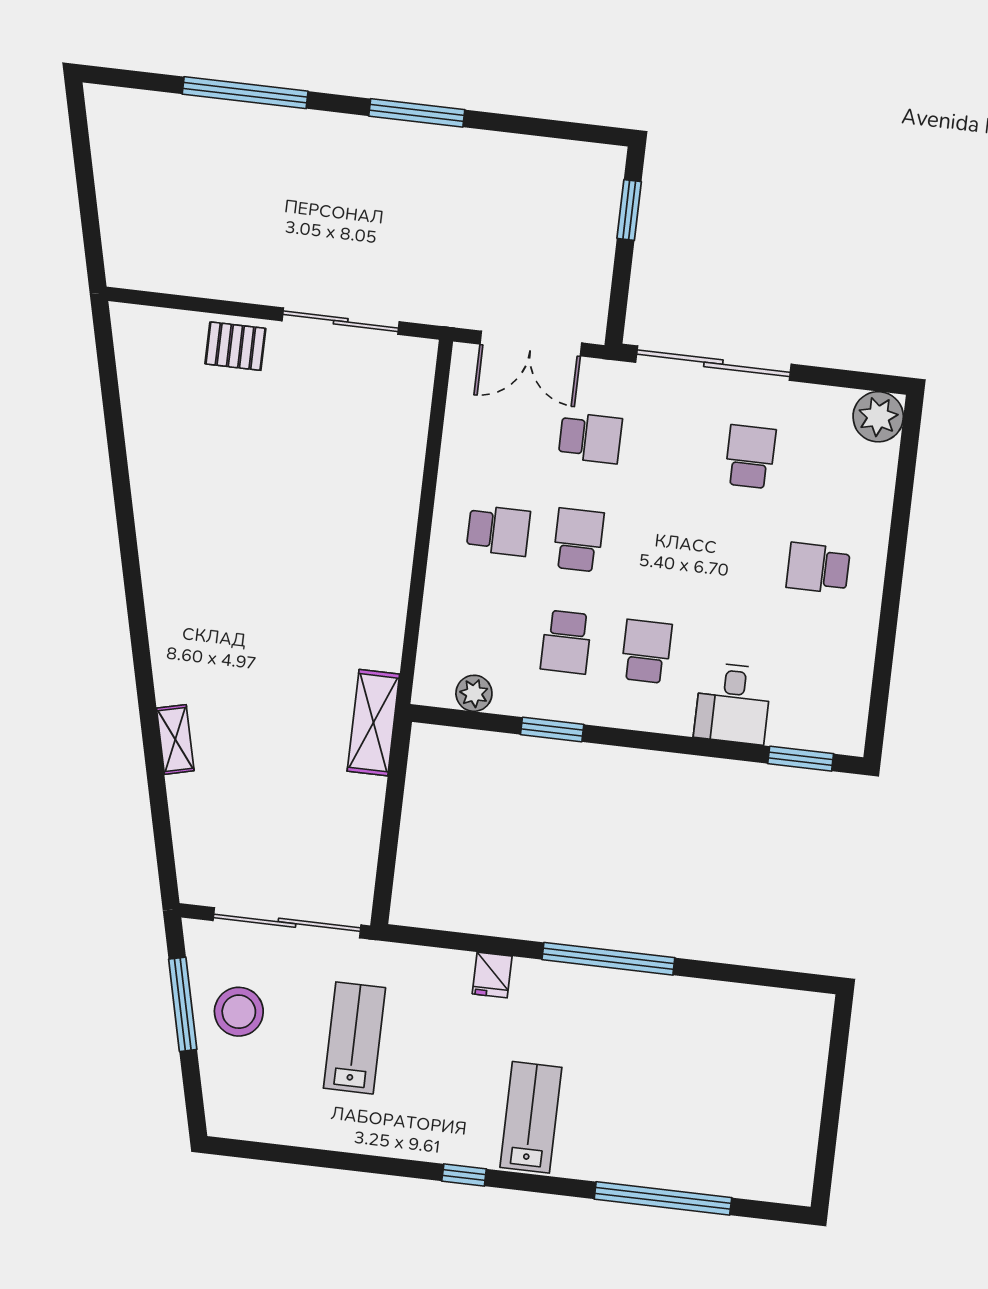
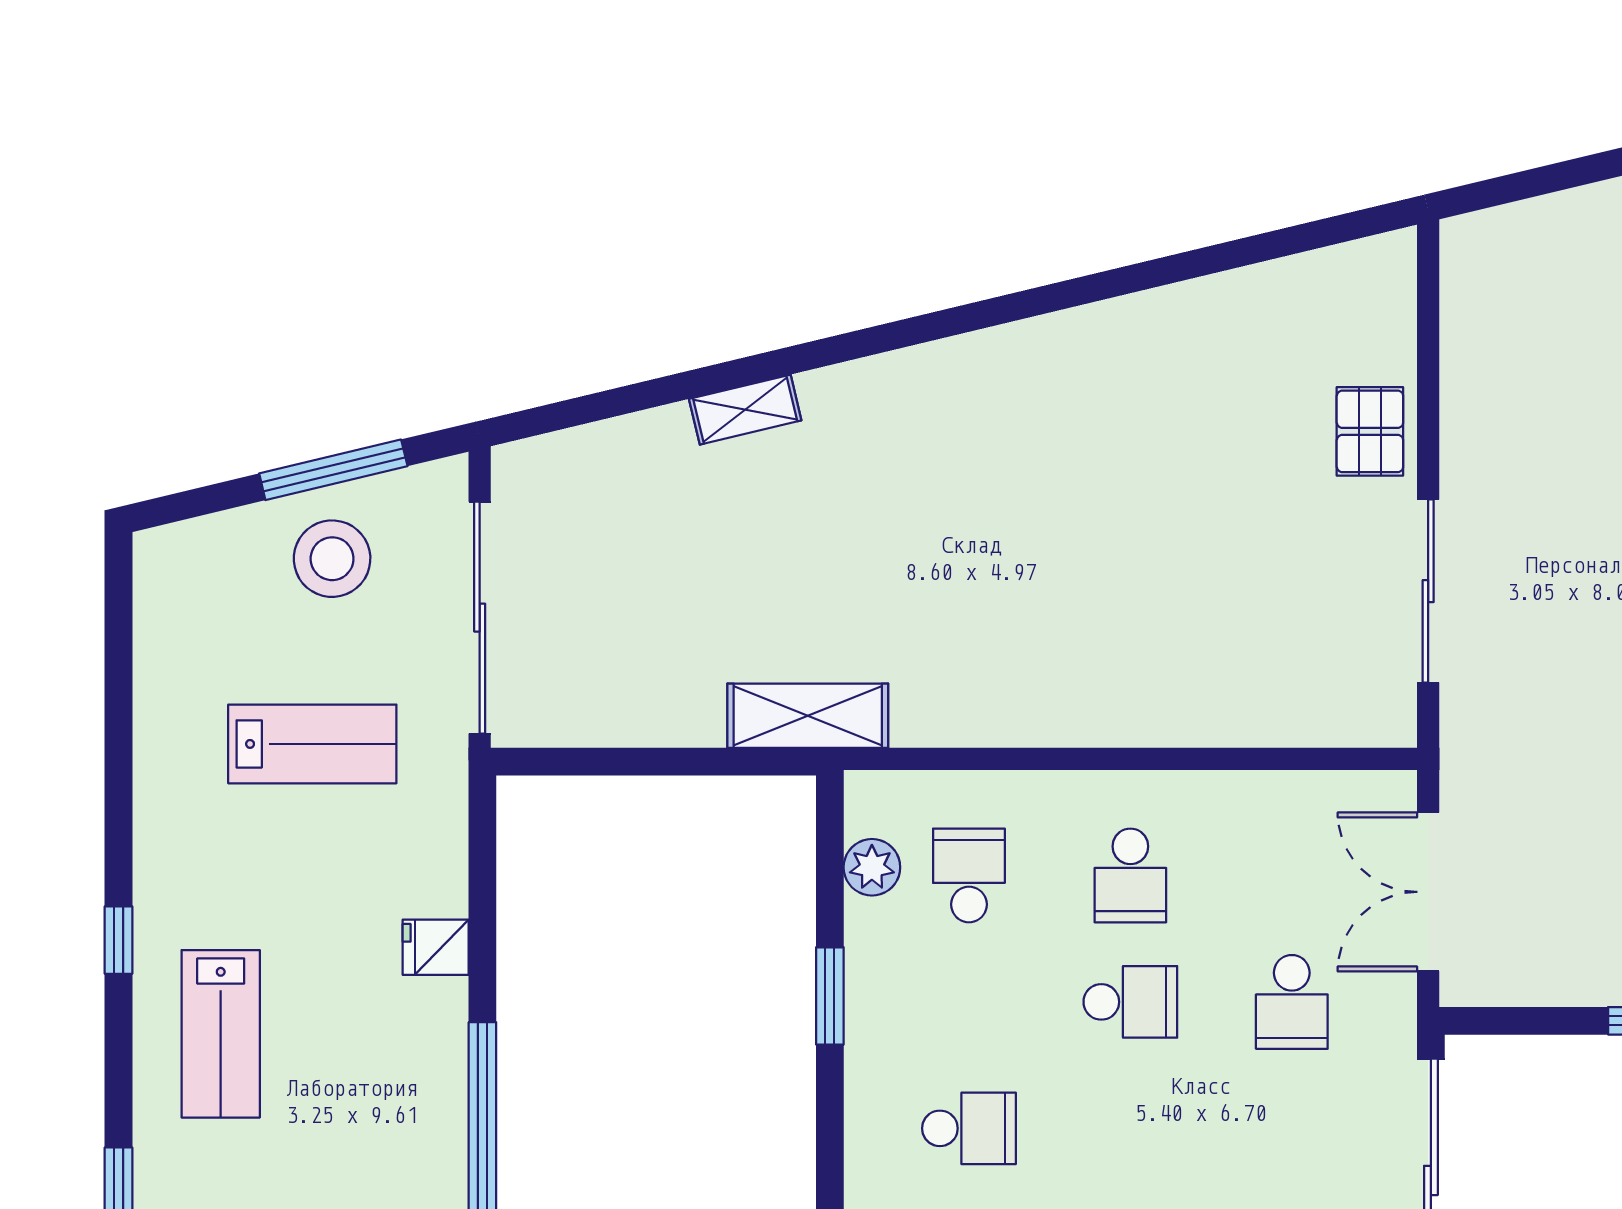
school desk: (566, 642) -> (969, 875), moved, turned 90
lab bench: (531, 1117) -> (221, 1034), turned 90

